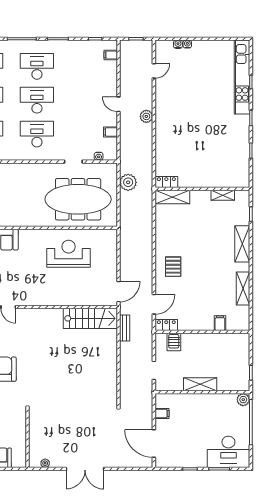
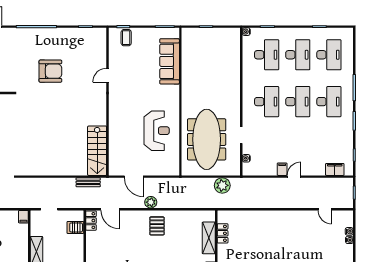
filing cabinet: (111, 55) -> (335, 169), width x2.00
plant: (146, 116) -> (151, 202), moved
filing cabinet: (110, 132) -> (282, 169), moved
locker: (166, 182) -> (223, 233), moved
shelving: (172, 197) -> (209, 238), moved
pallet: (173, 267) -> (157, 226), moved, turned 90
door: (118, 292) -> (134, 177), moved
filing cabinet: (162, 414) -> (23, 217), moved

